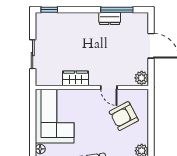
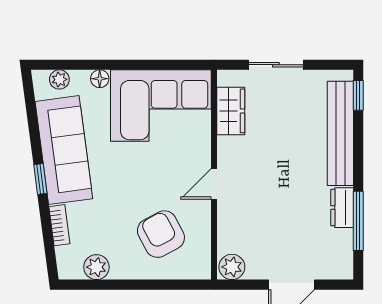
bench: (70, 19) -> (340, 133), added
wardrobe: (75, 78) -> (231, 111), moved
door: (109, 87) -> (214, 184), moved

